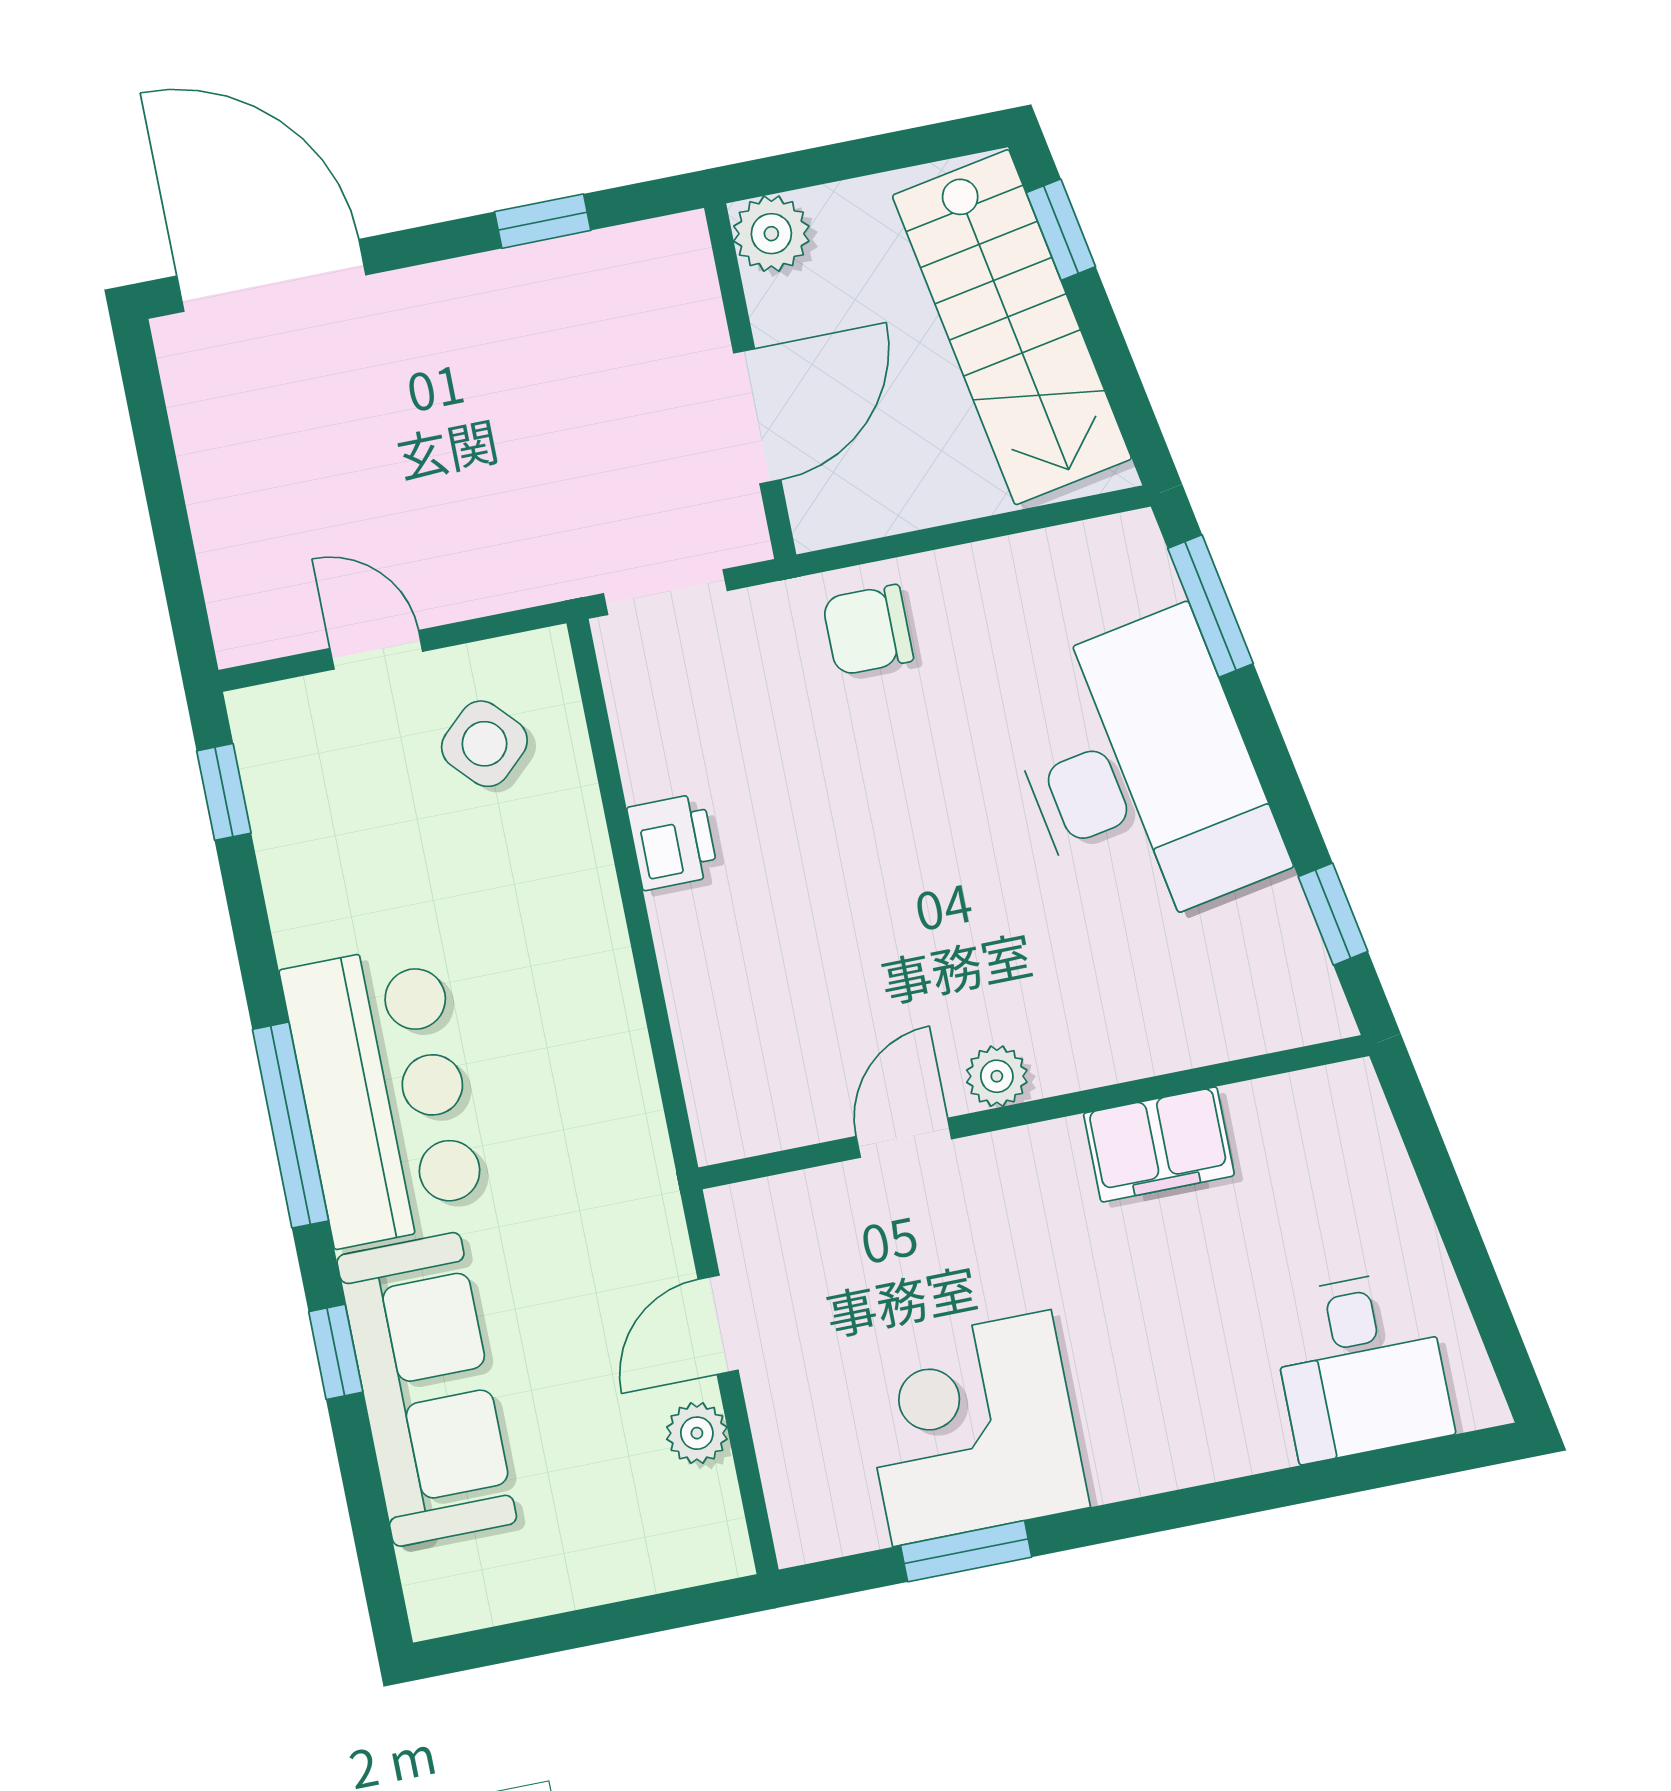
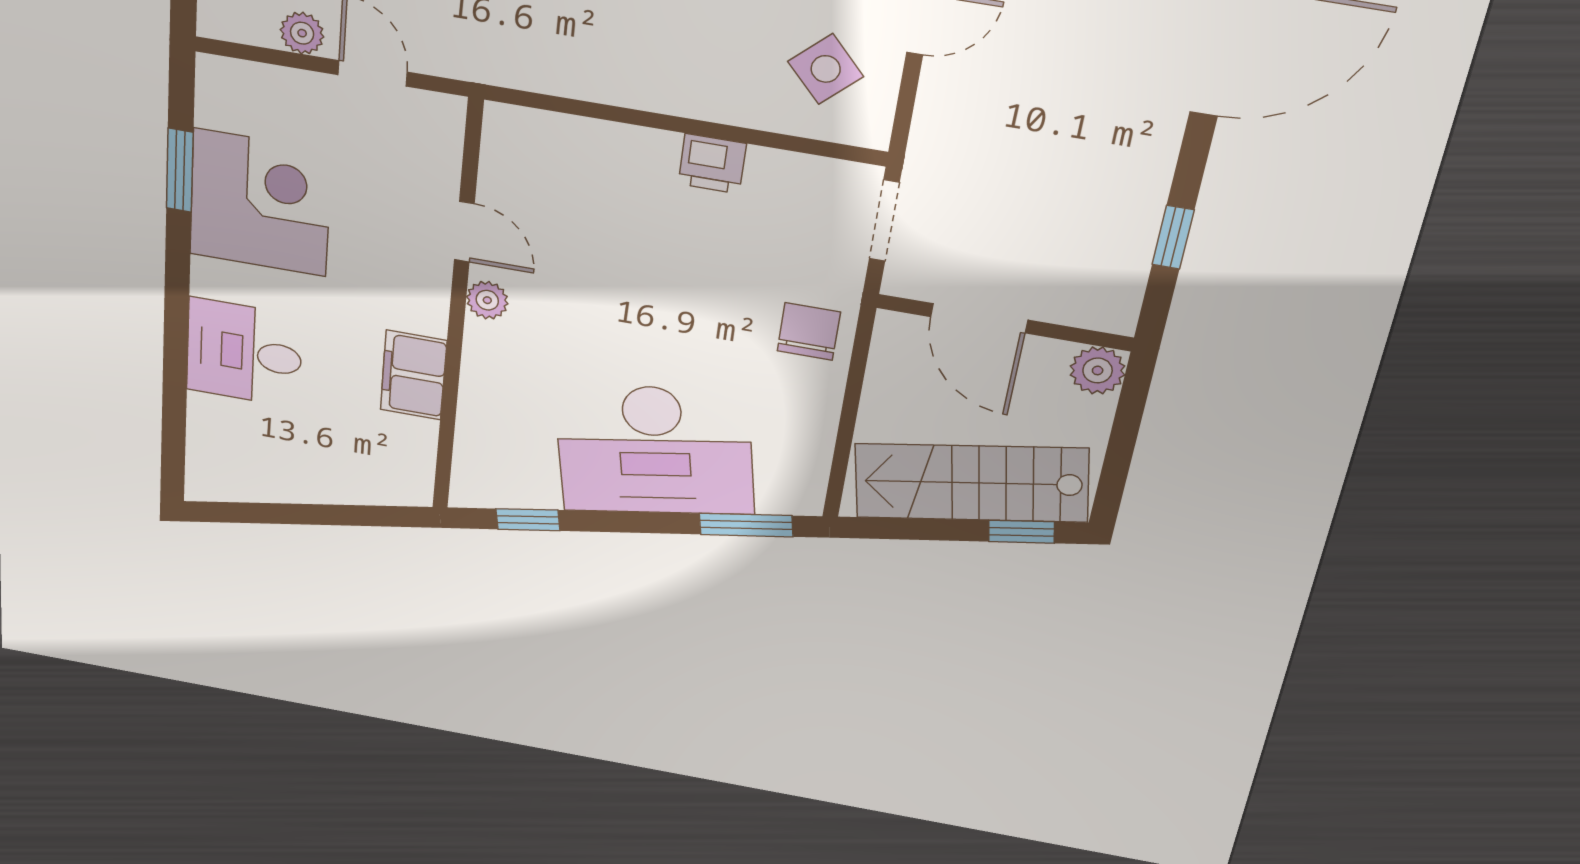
desk: (1361, 1365) -> (244, 353), moved

